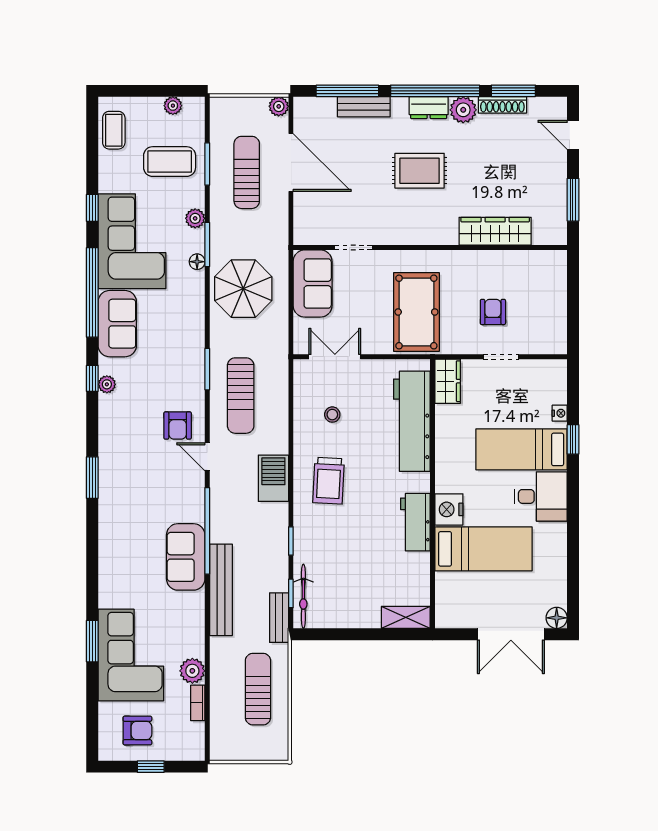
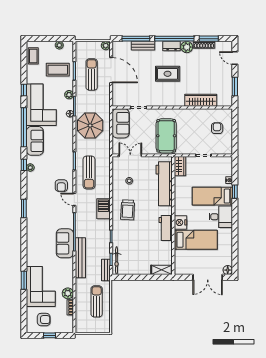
armchair: (493, 312) -> (217, 128), moved

